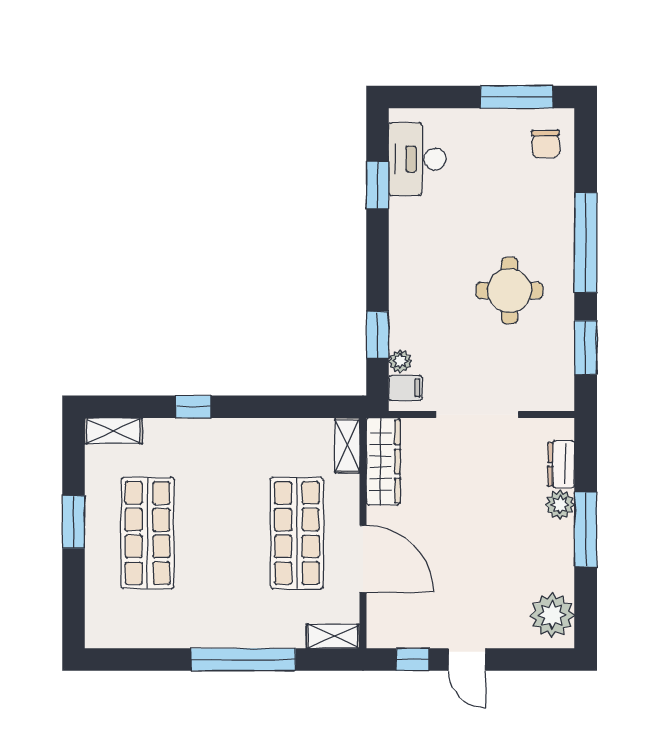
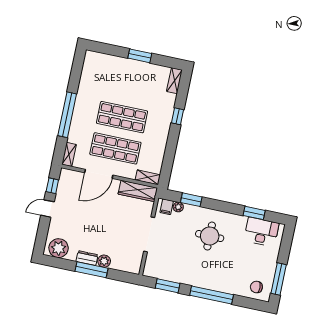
round table: (510, 291) -> (210, 236), moved
dresser: (561, 464) -> (87, 258), moved
shop shelf: (147, 533) -> (122, 117), moved

